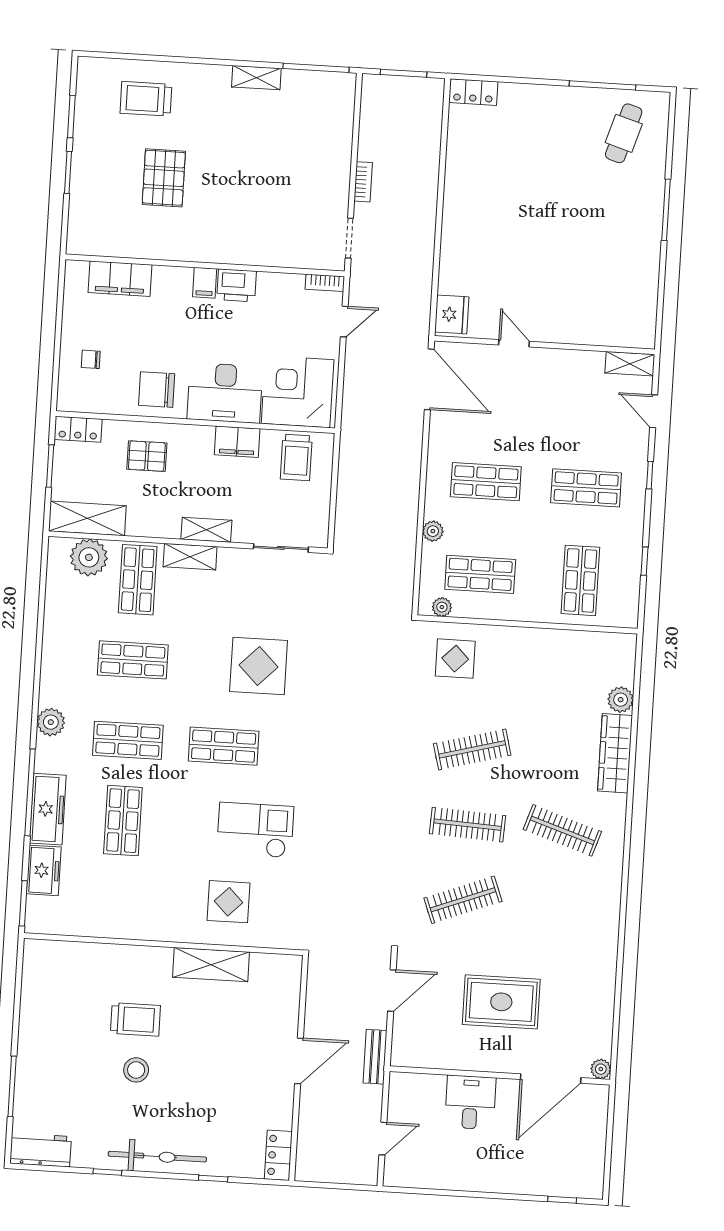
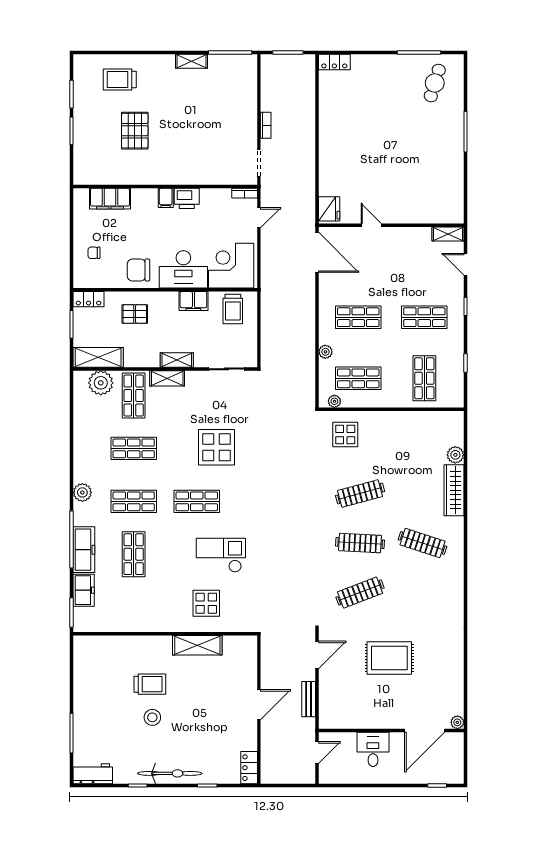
plant: (601, 1069) -> (457, 722), moved
wall: (500, 1075) -> (391, 731), moved
door: (551, 1079) -> (425, 731), moved
desk: (470, 1102) -> (373, 749), moved

